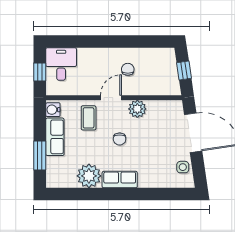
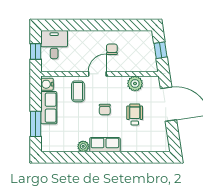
plant: (137, 109) -> (135, 83), moved
wheelchair: (154, 145) -> (135, 114), added
side table: (183, 167) -> (160, 134), removed
plant: (89, 176) -> (83, 146), width x0.53, depth x0.53

